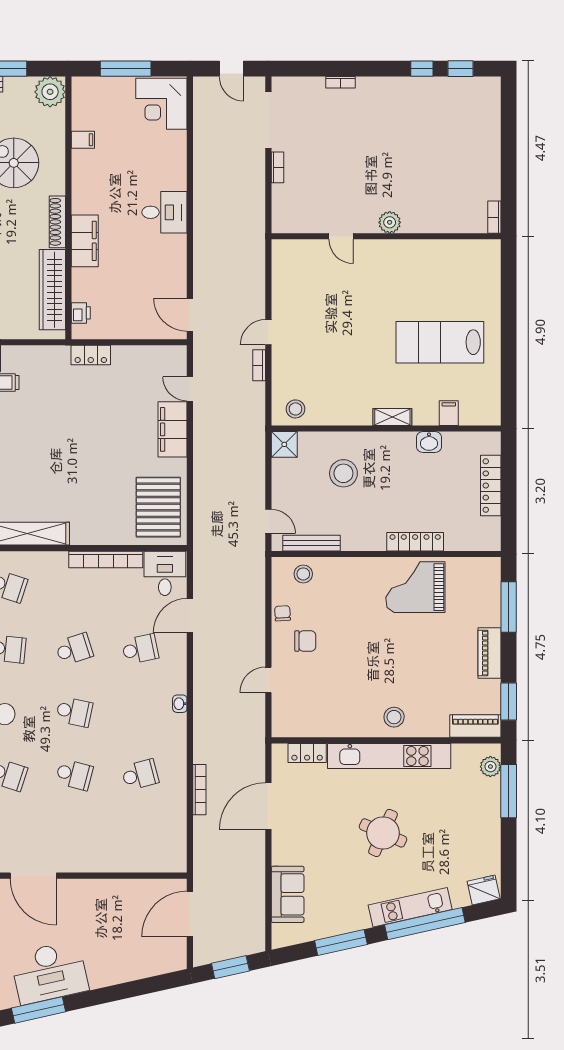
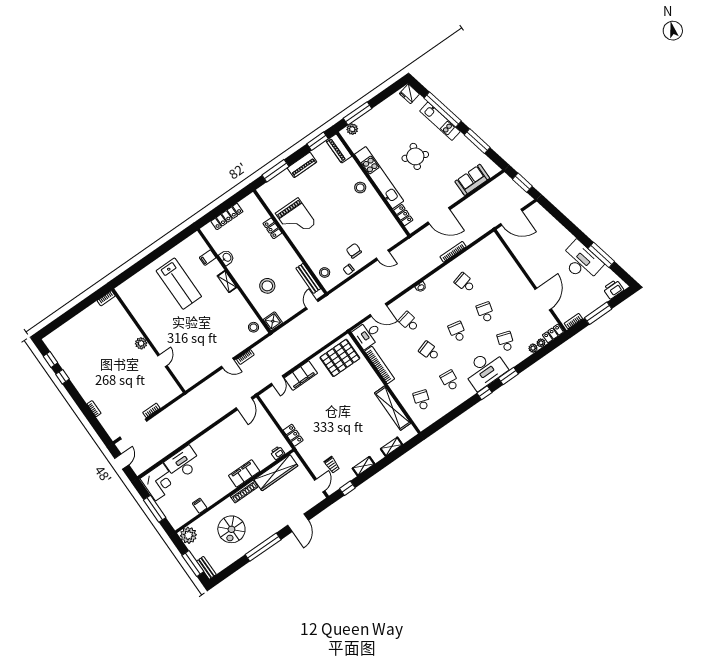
desk: (164, 212) -> (183, 463), moved, width x1.37
locker: (415, 542) -> (272, 228), width x0.66

